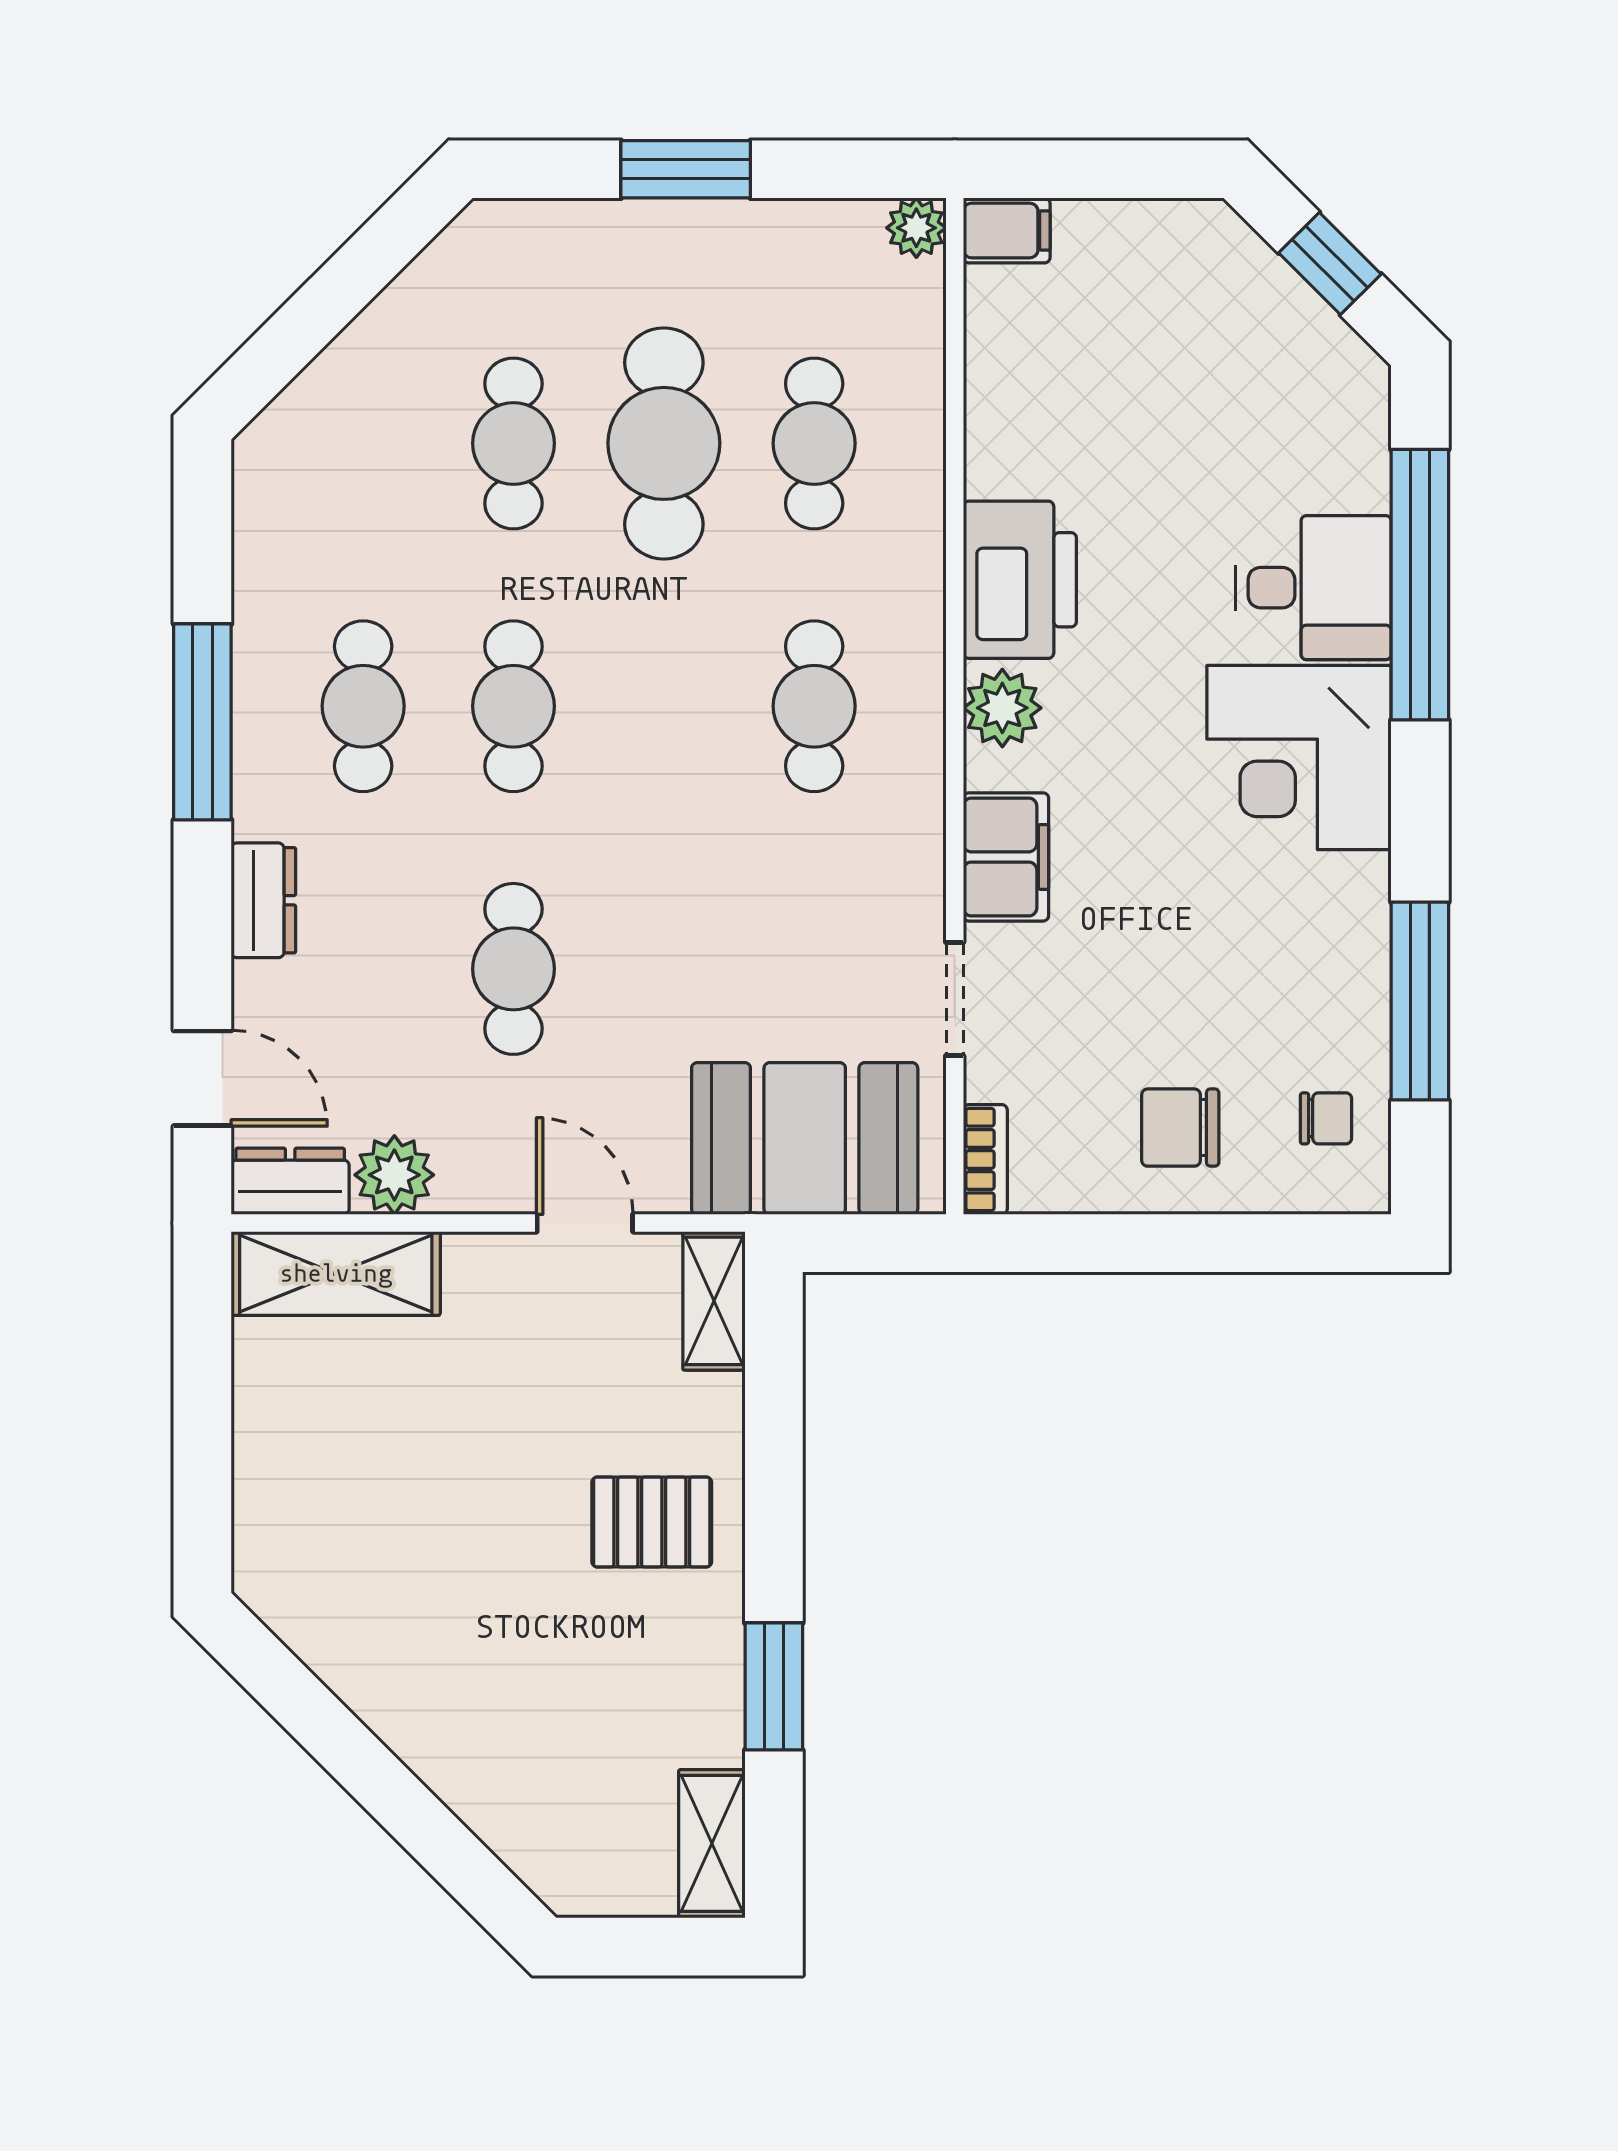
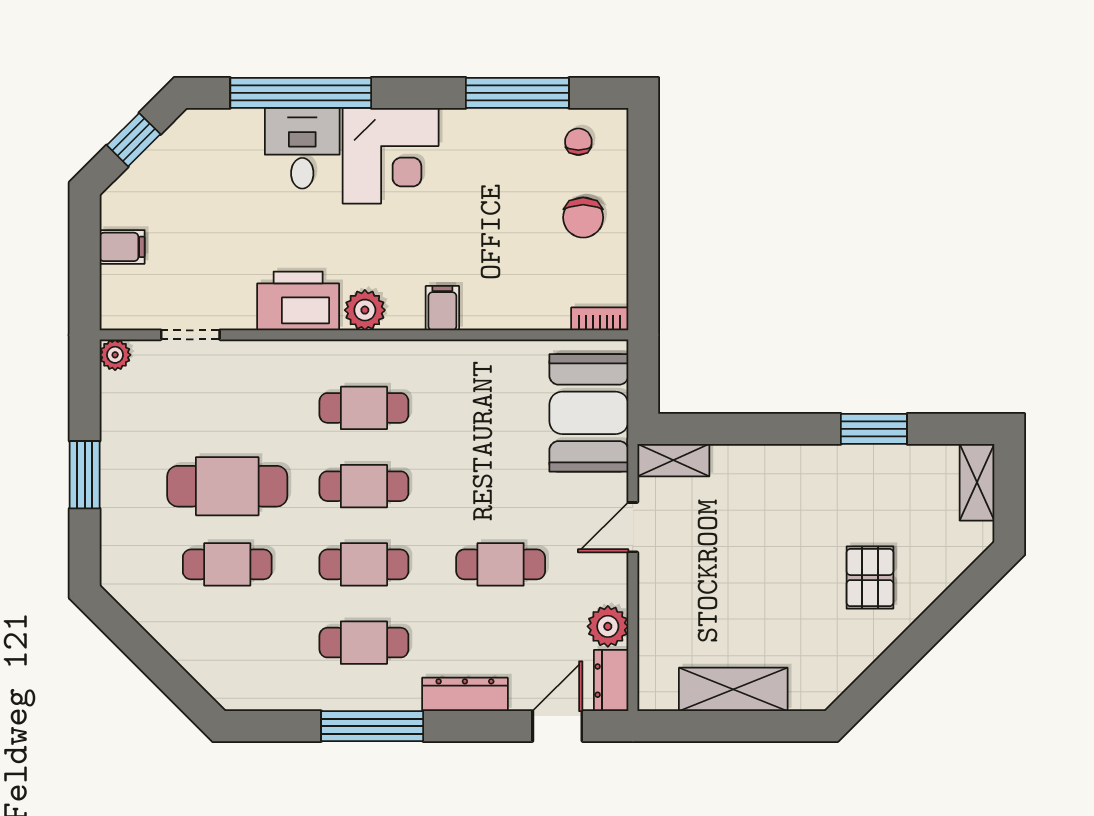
filing cabinet: (1007, 230) -> (122, 247), moved, turned 90
cafe table: (814, 443) -> (364, 486), moved
filing cabinet: (1006, 857) -> (442, 308), width x0.50
dresser: (263, 900) -> (465, 694), width x1.44
doorway: (955, 999) -> (190, 335), moved
shelving: (336, 1273) -> (733, 689), moved, turned 90
pallet: (652, 1522) -> (870, 578), moved
shelving: (712, 1843) -> (977, 482), moved, turned 90

